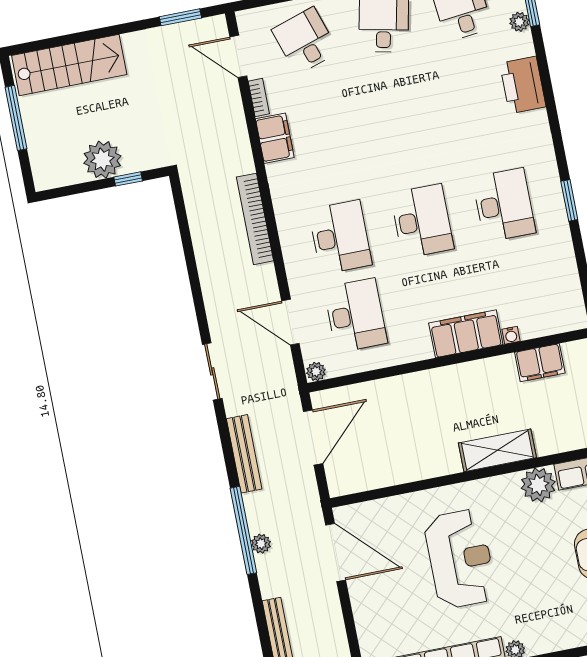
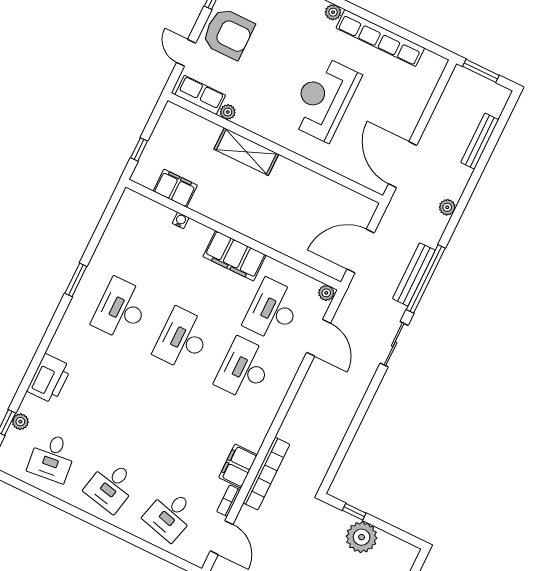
desk: (305, 41) -> (170, 515), turned 33
bookcase: (255, 219) -> (266, 474), moved
filing cabinet: (466, 334) -> (235, 256), moved
plant: (538, 485) -> (228, 112), width x0.53, depth x0.53
window: (243, 530) -> (426, 279), moved

